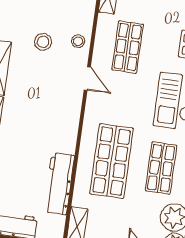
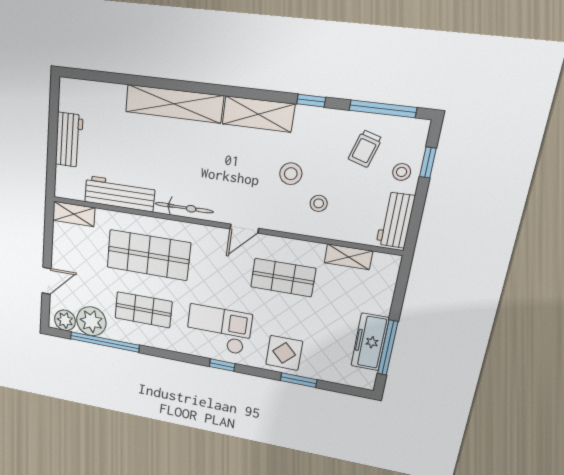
stool: (78, 41) -> (319, 203), moved
bicycle: (71, 128) -> (184, 208), added

